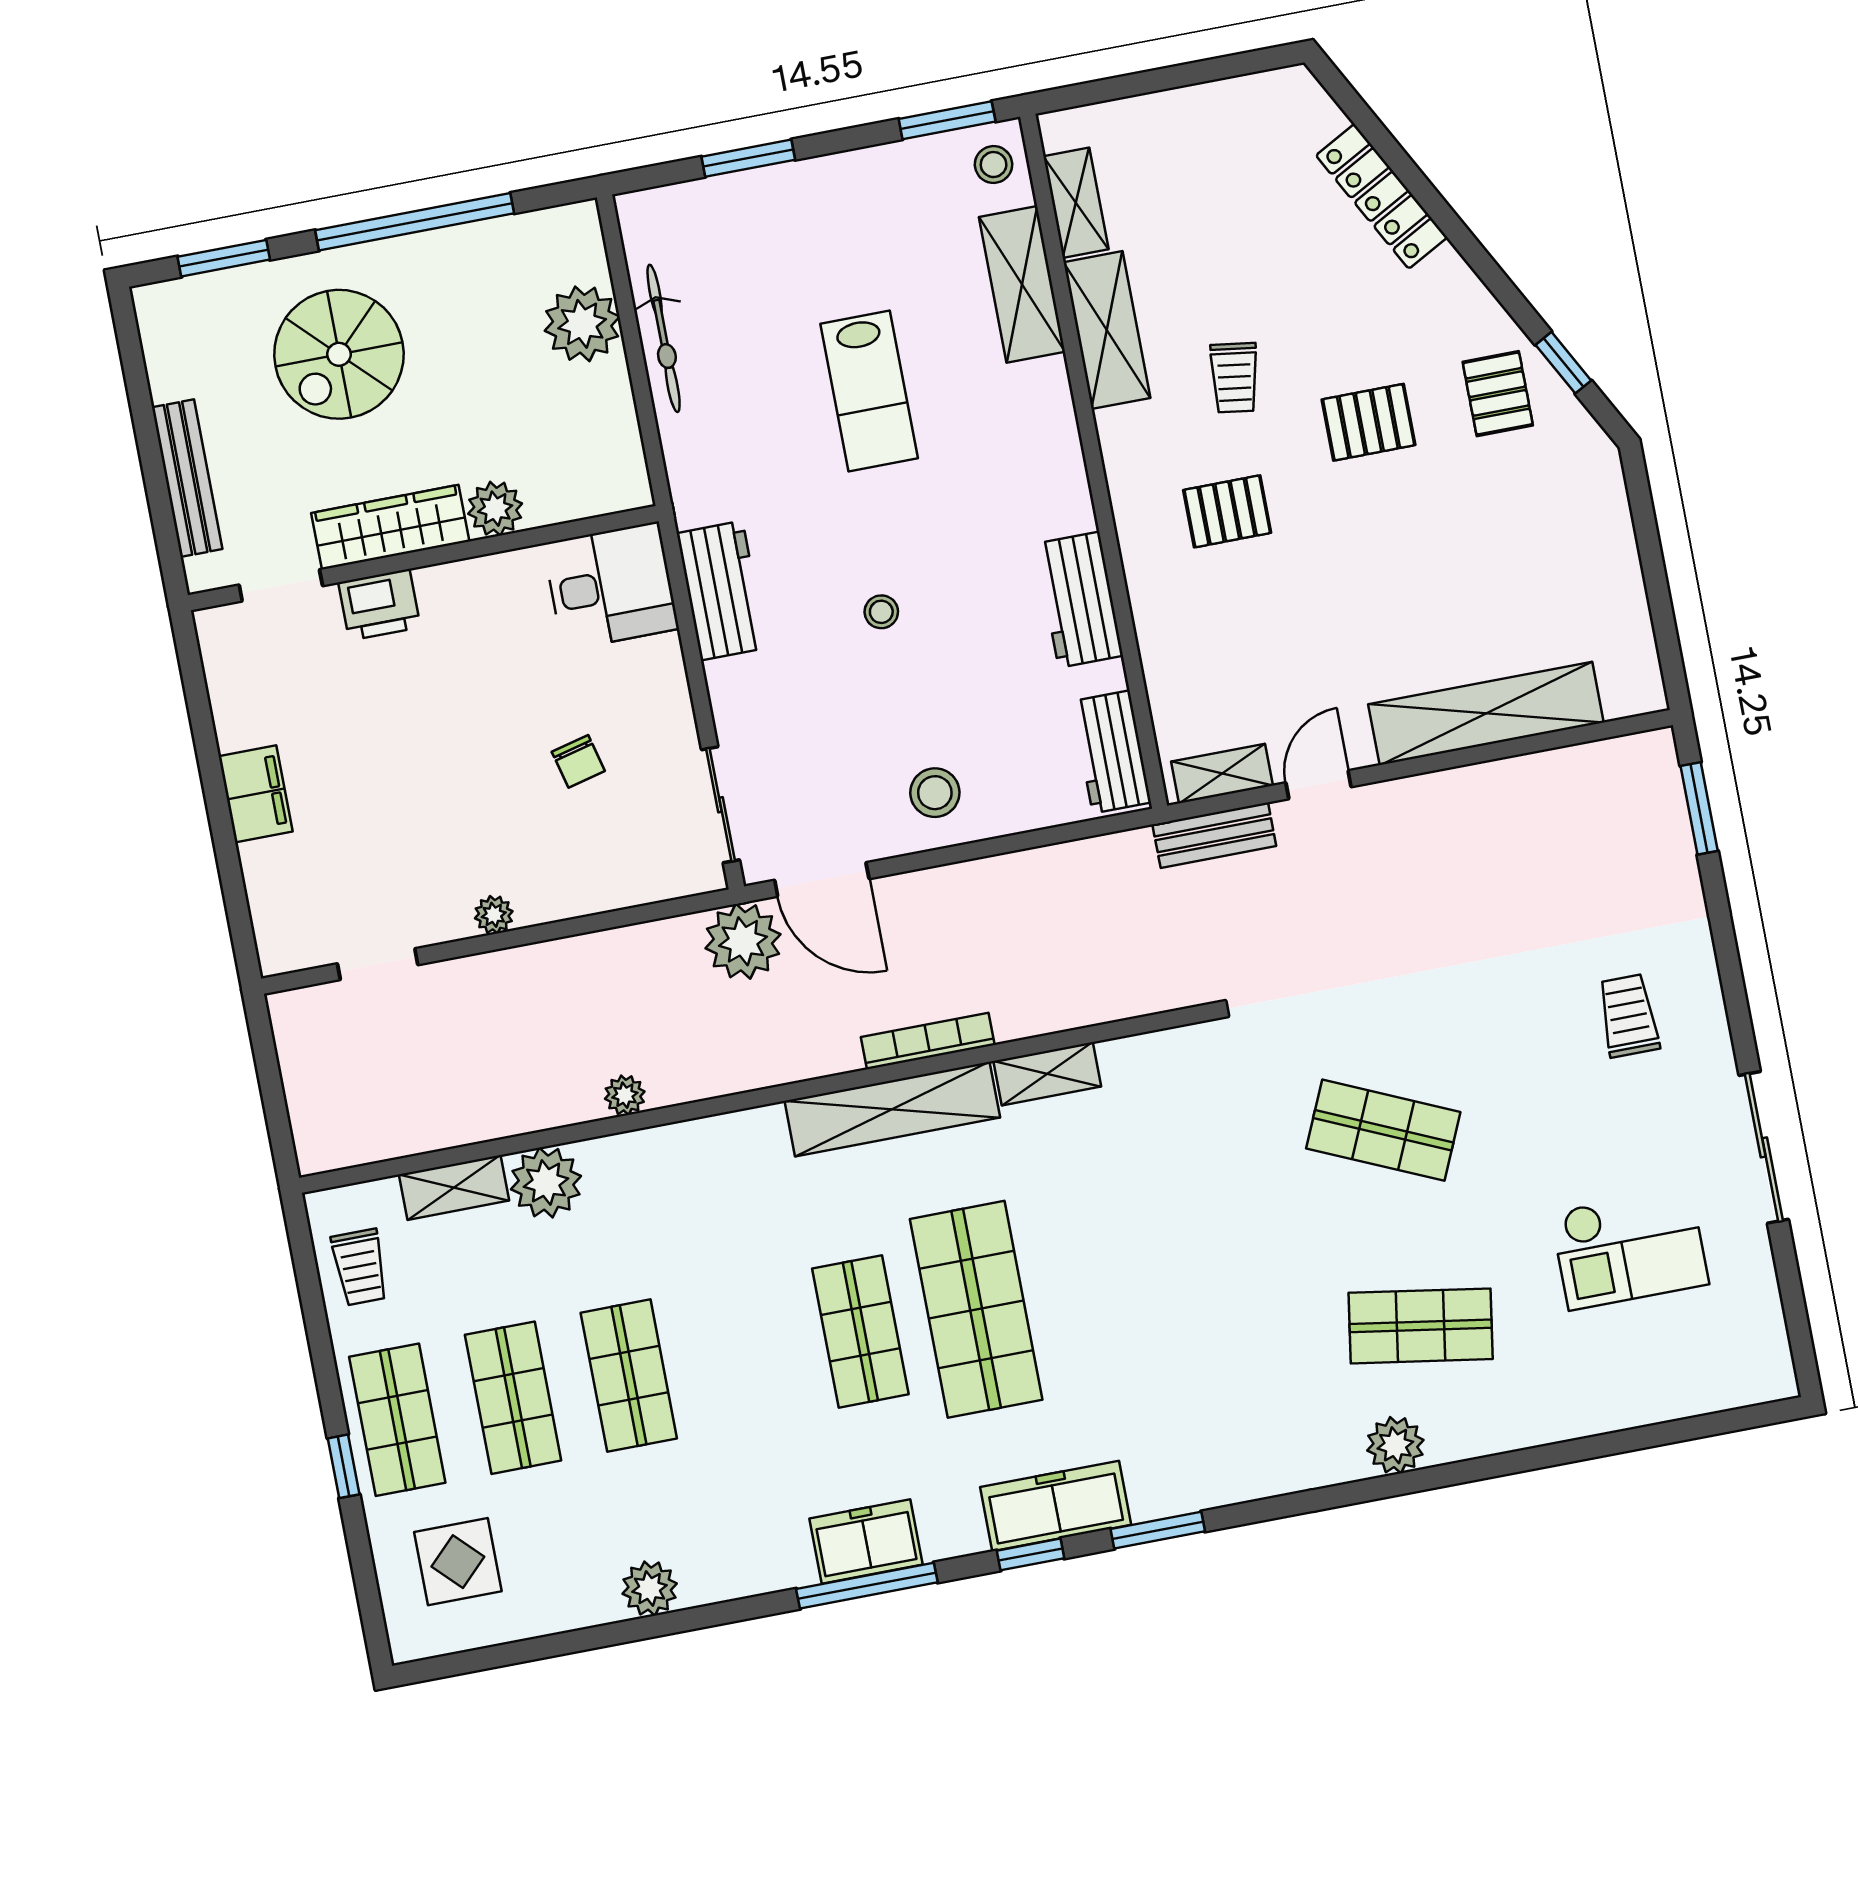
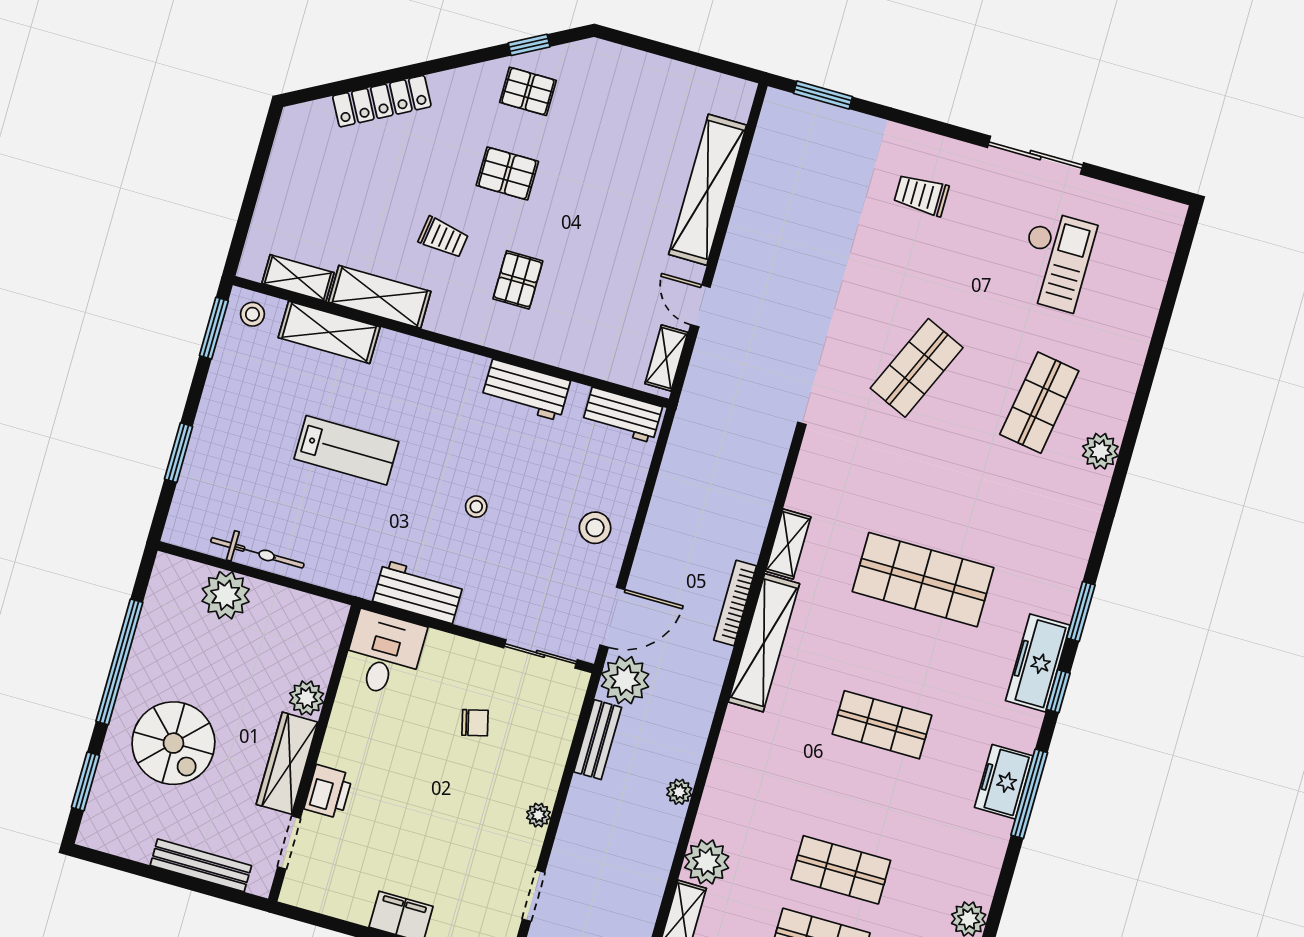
pallet: (1369, 422) -> (507, 173), turned 90
bench: (1214, 835) -> (598, 740), moved
shop shelf: (976, 1309) -> (923, 580), moved

